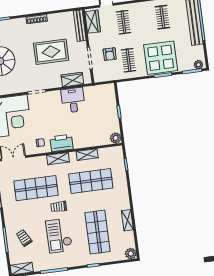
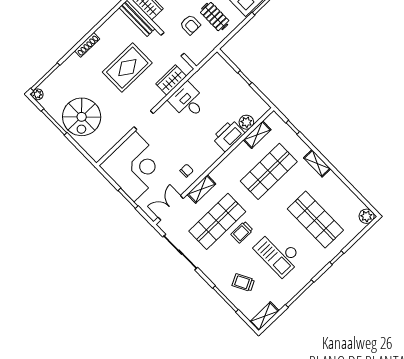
plant: (116, 138) -> (246, 122), moved
printer: (61, 143) -> (228, 136), moved
shelving: (87, 155) -> (257, 135), moved
shelving: (58, 159) -> (201, 189), moved
trolley: (59, 207) -> (242, 232), moved
shelving: (127, 220) -> (317, 163), moved

